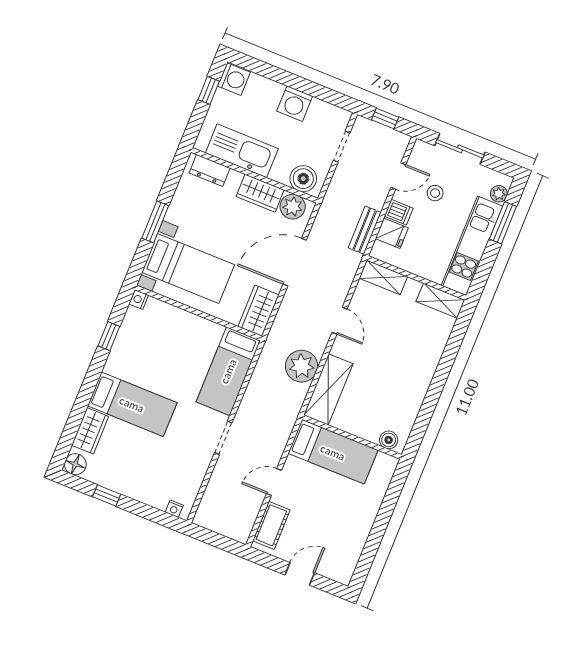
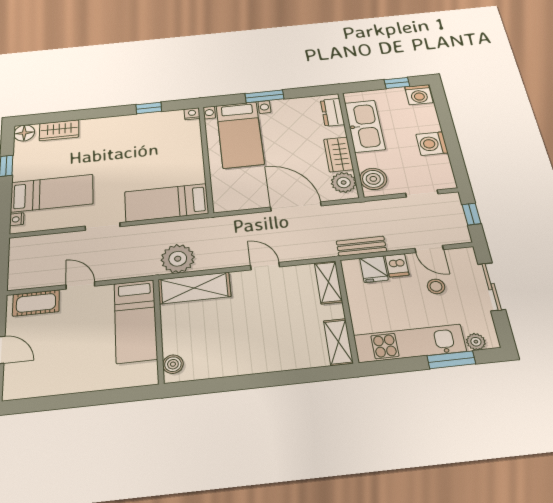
wardrobe: (259, 311) -> (235, 200), removed
door: (340, 321) -> (265, 266), swing flipped
plant: (302, 366) -> (178, 259), moved
bed: (132, 404) -> (52, 193), moved, turned -90

